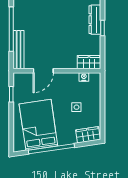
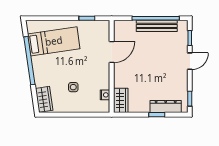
bench: (19, 50) -> (157, 26), moved
door: (43, 71) -> (112, 52), swing flipped
bed: (38, 125) -> (54, 41), width x0.67

